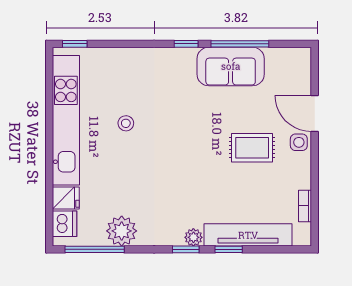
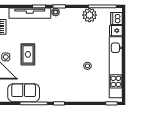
sofa: (231, 66) -> (24, 93), moved
rug: (252, 148) -> (28, 54), turned 90

